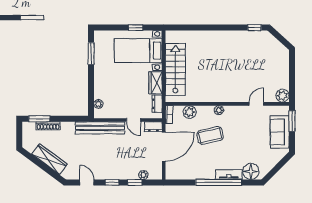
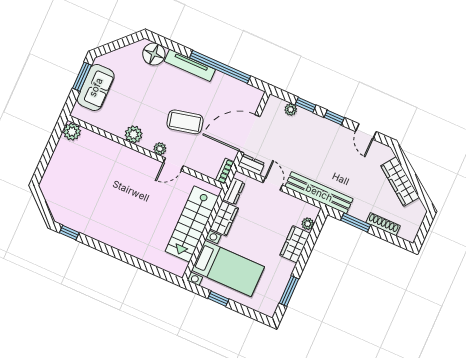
wardrobe: (101, 86) -> (295, 244), added
door: (256, 104) -> (173, 164), moved
plant: (190, 112) -> (134, 134), moved
window: (39, 119) -> (356, 222), moved
window: (292, 121) -> (82, 77), moved
tv unit: (229, 175) -> (190, 65), width x1.41
window: (219, 182) -> (220, 67), moved

